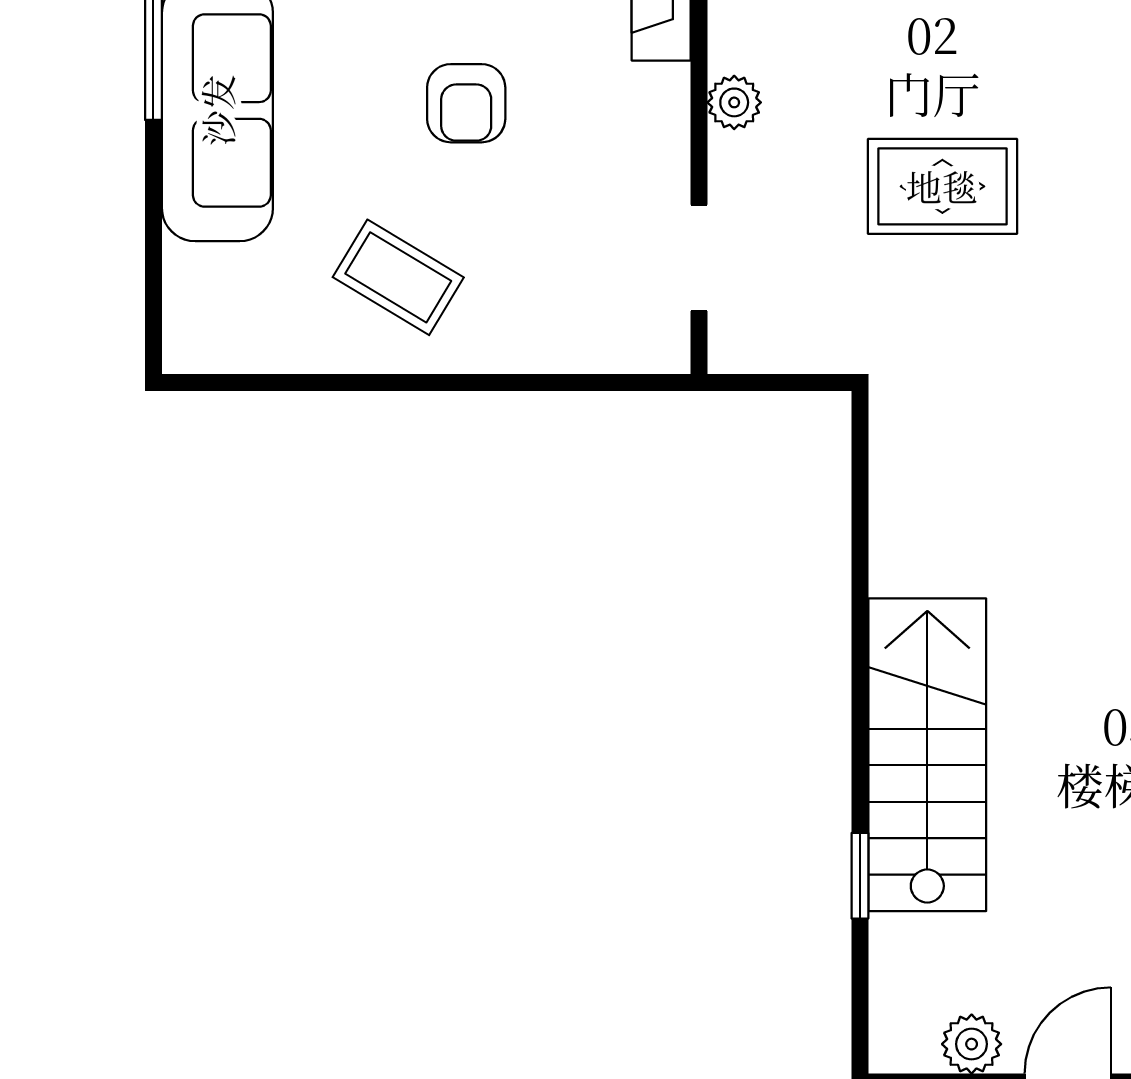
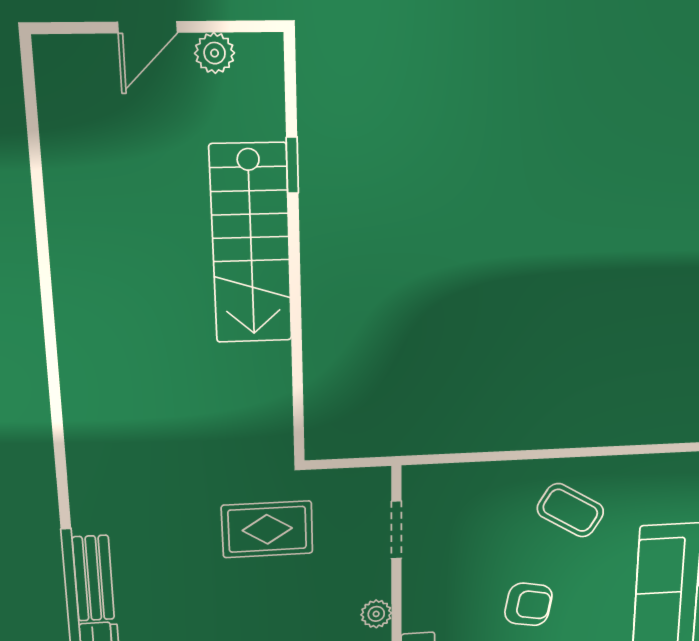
armchair: (466, 103) -> (528, 604), turned 100
rug: (942, 186) -> (267, 529), moved

